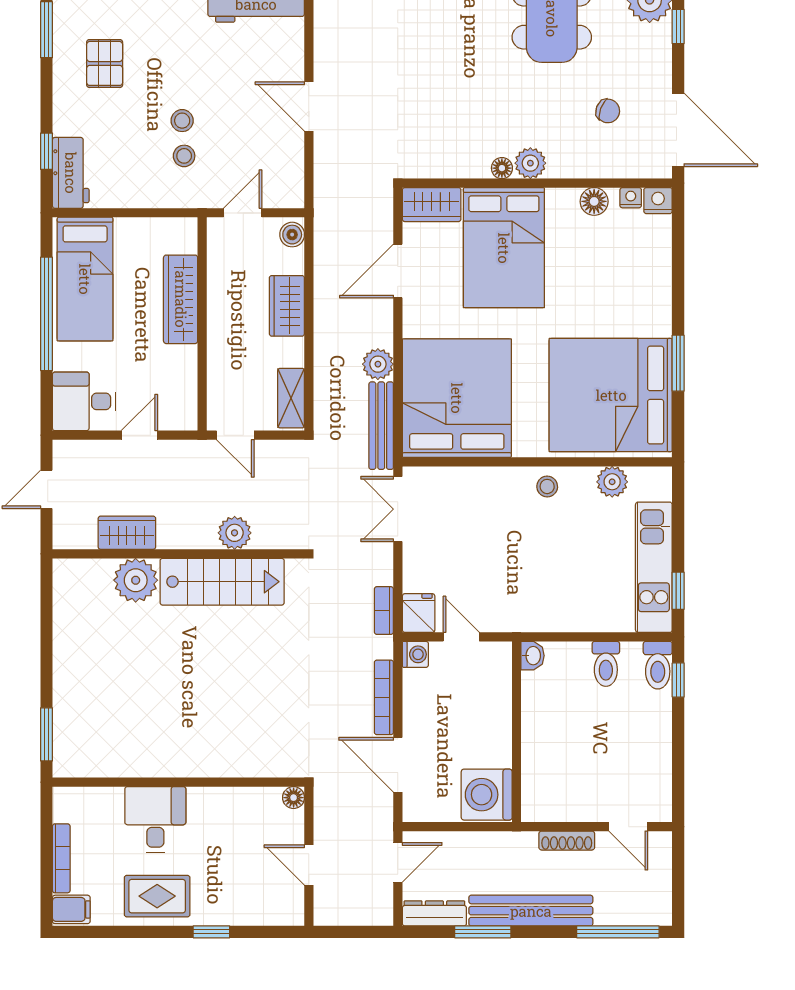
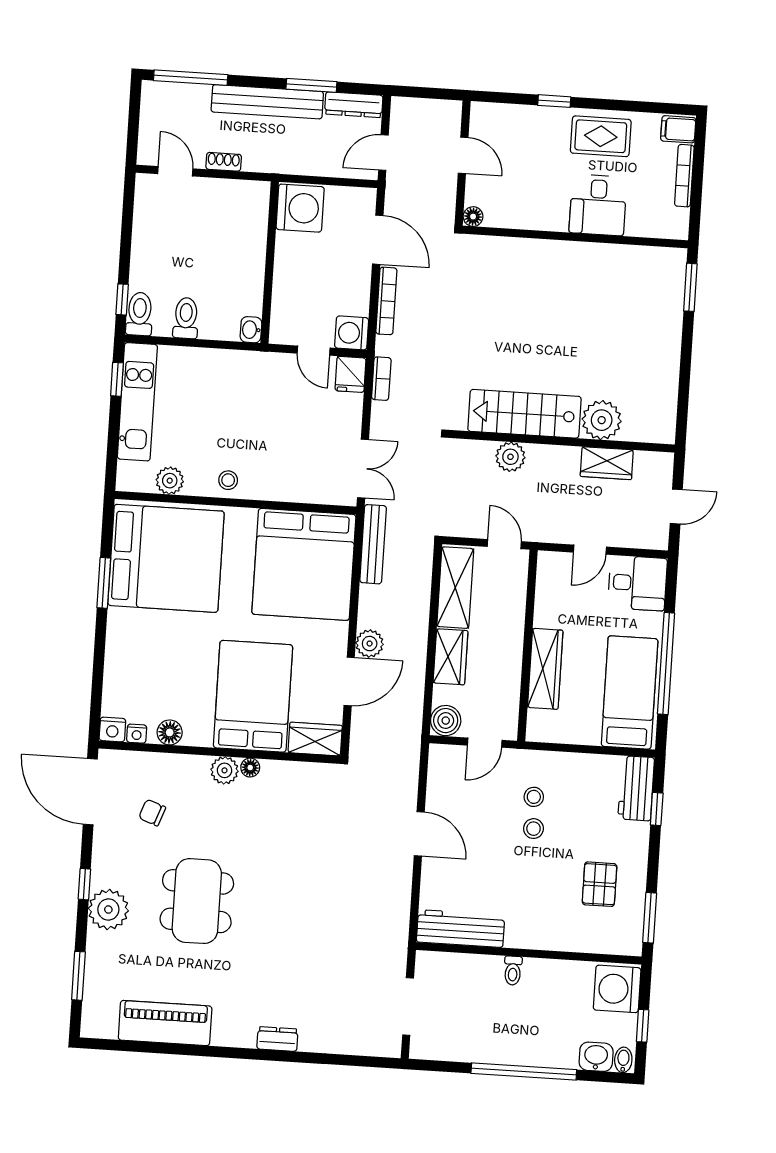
boiler: (292, 235) -> (446, 721), width x1.36, depth x1.36
plant: (378, 364) -> (370, 644), moved
shelving: (291, 398) -> (455, 588), width x1.50, depth x1.33
washing machine: (415, 654) -> (352, 333), width x1.38, depth x1.38
shoe rack: (567, 841) -> (224, 162), width x0.70

